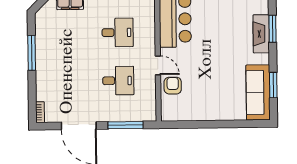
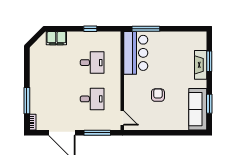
window: (32, 53) -> (27, 101), moved
door: (158, 65) -> (122, 118), moved
armchair: (173, 86) -> (158, 95), moved

